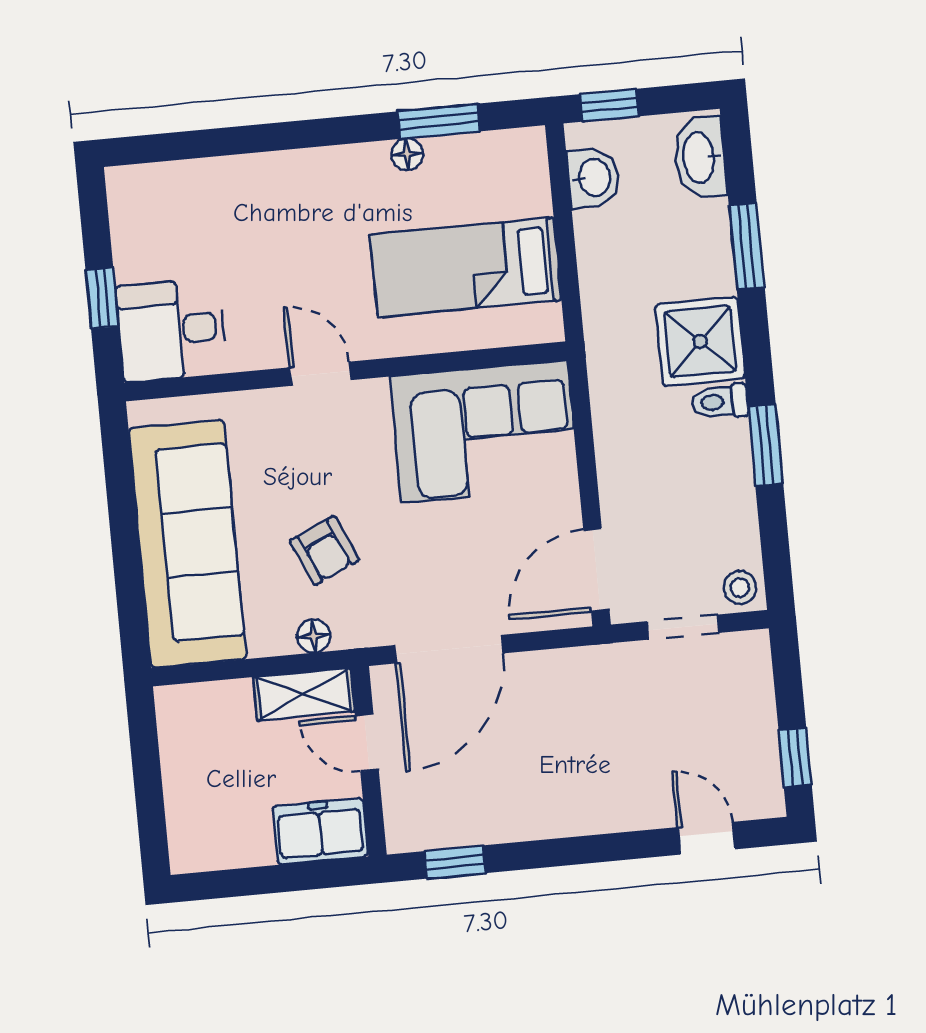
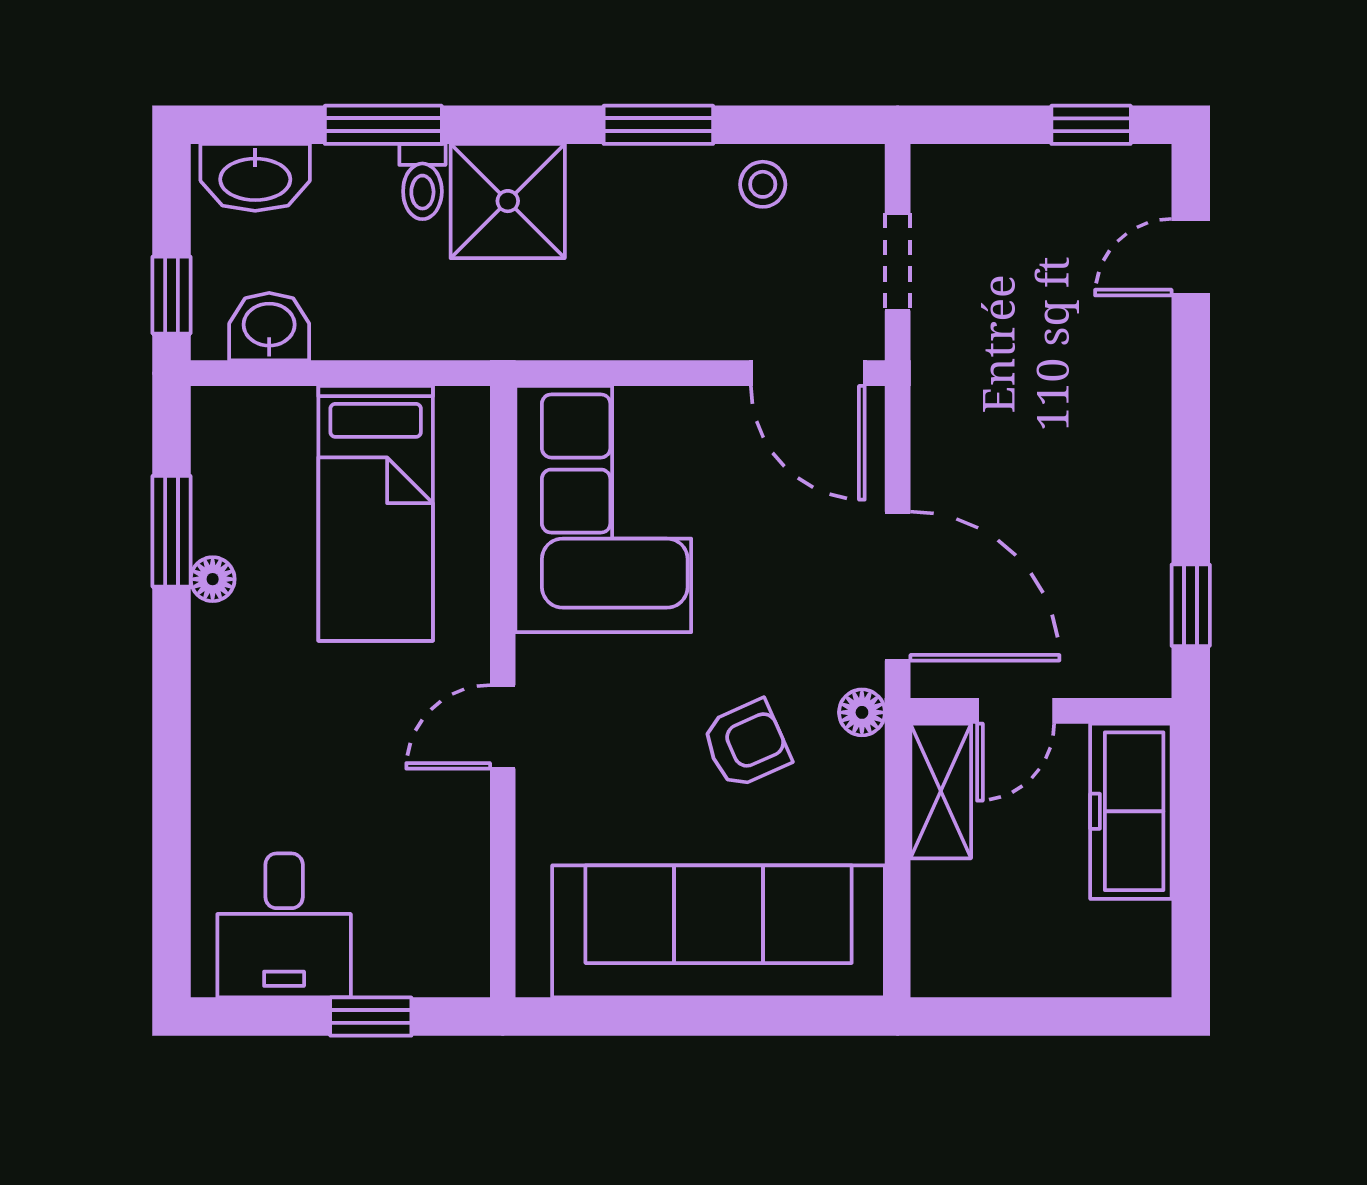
desk: (172, 330) -> (284, 925), moved
toilet: (720, 402) -> (422, 182), moved
stool: (740, 588) -> (763, 184), moved
floor lamp: (314, 636) -> (862, 712), moved
freezer: (320, 831) -> (1131, 811), width x1.40

